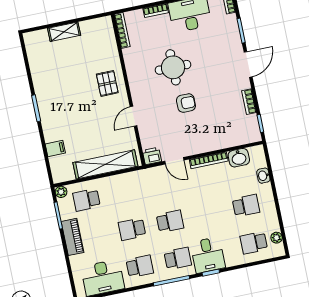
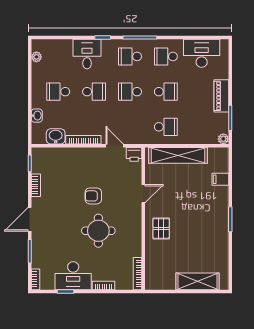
shelving: (64, 32) -> (198, 281), width x1.50, depth x1.33
school desk: (86, 200) -> (166, 127), moved
school desk: (254, 243) -> (94, 92), moved
desk: (208, 255) -> (87, 54), moved

